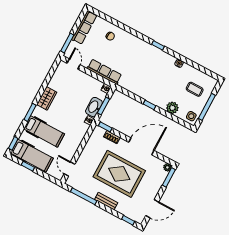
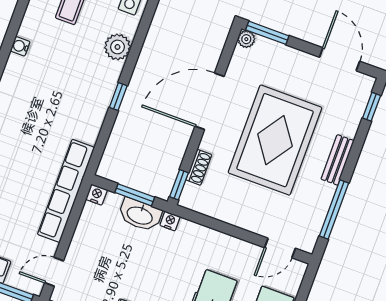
row of seats: (104, 72) -> (66, 191), width x1.36
door: (141, 146) -> (210, 101), hinge flipped

